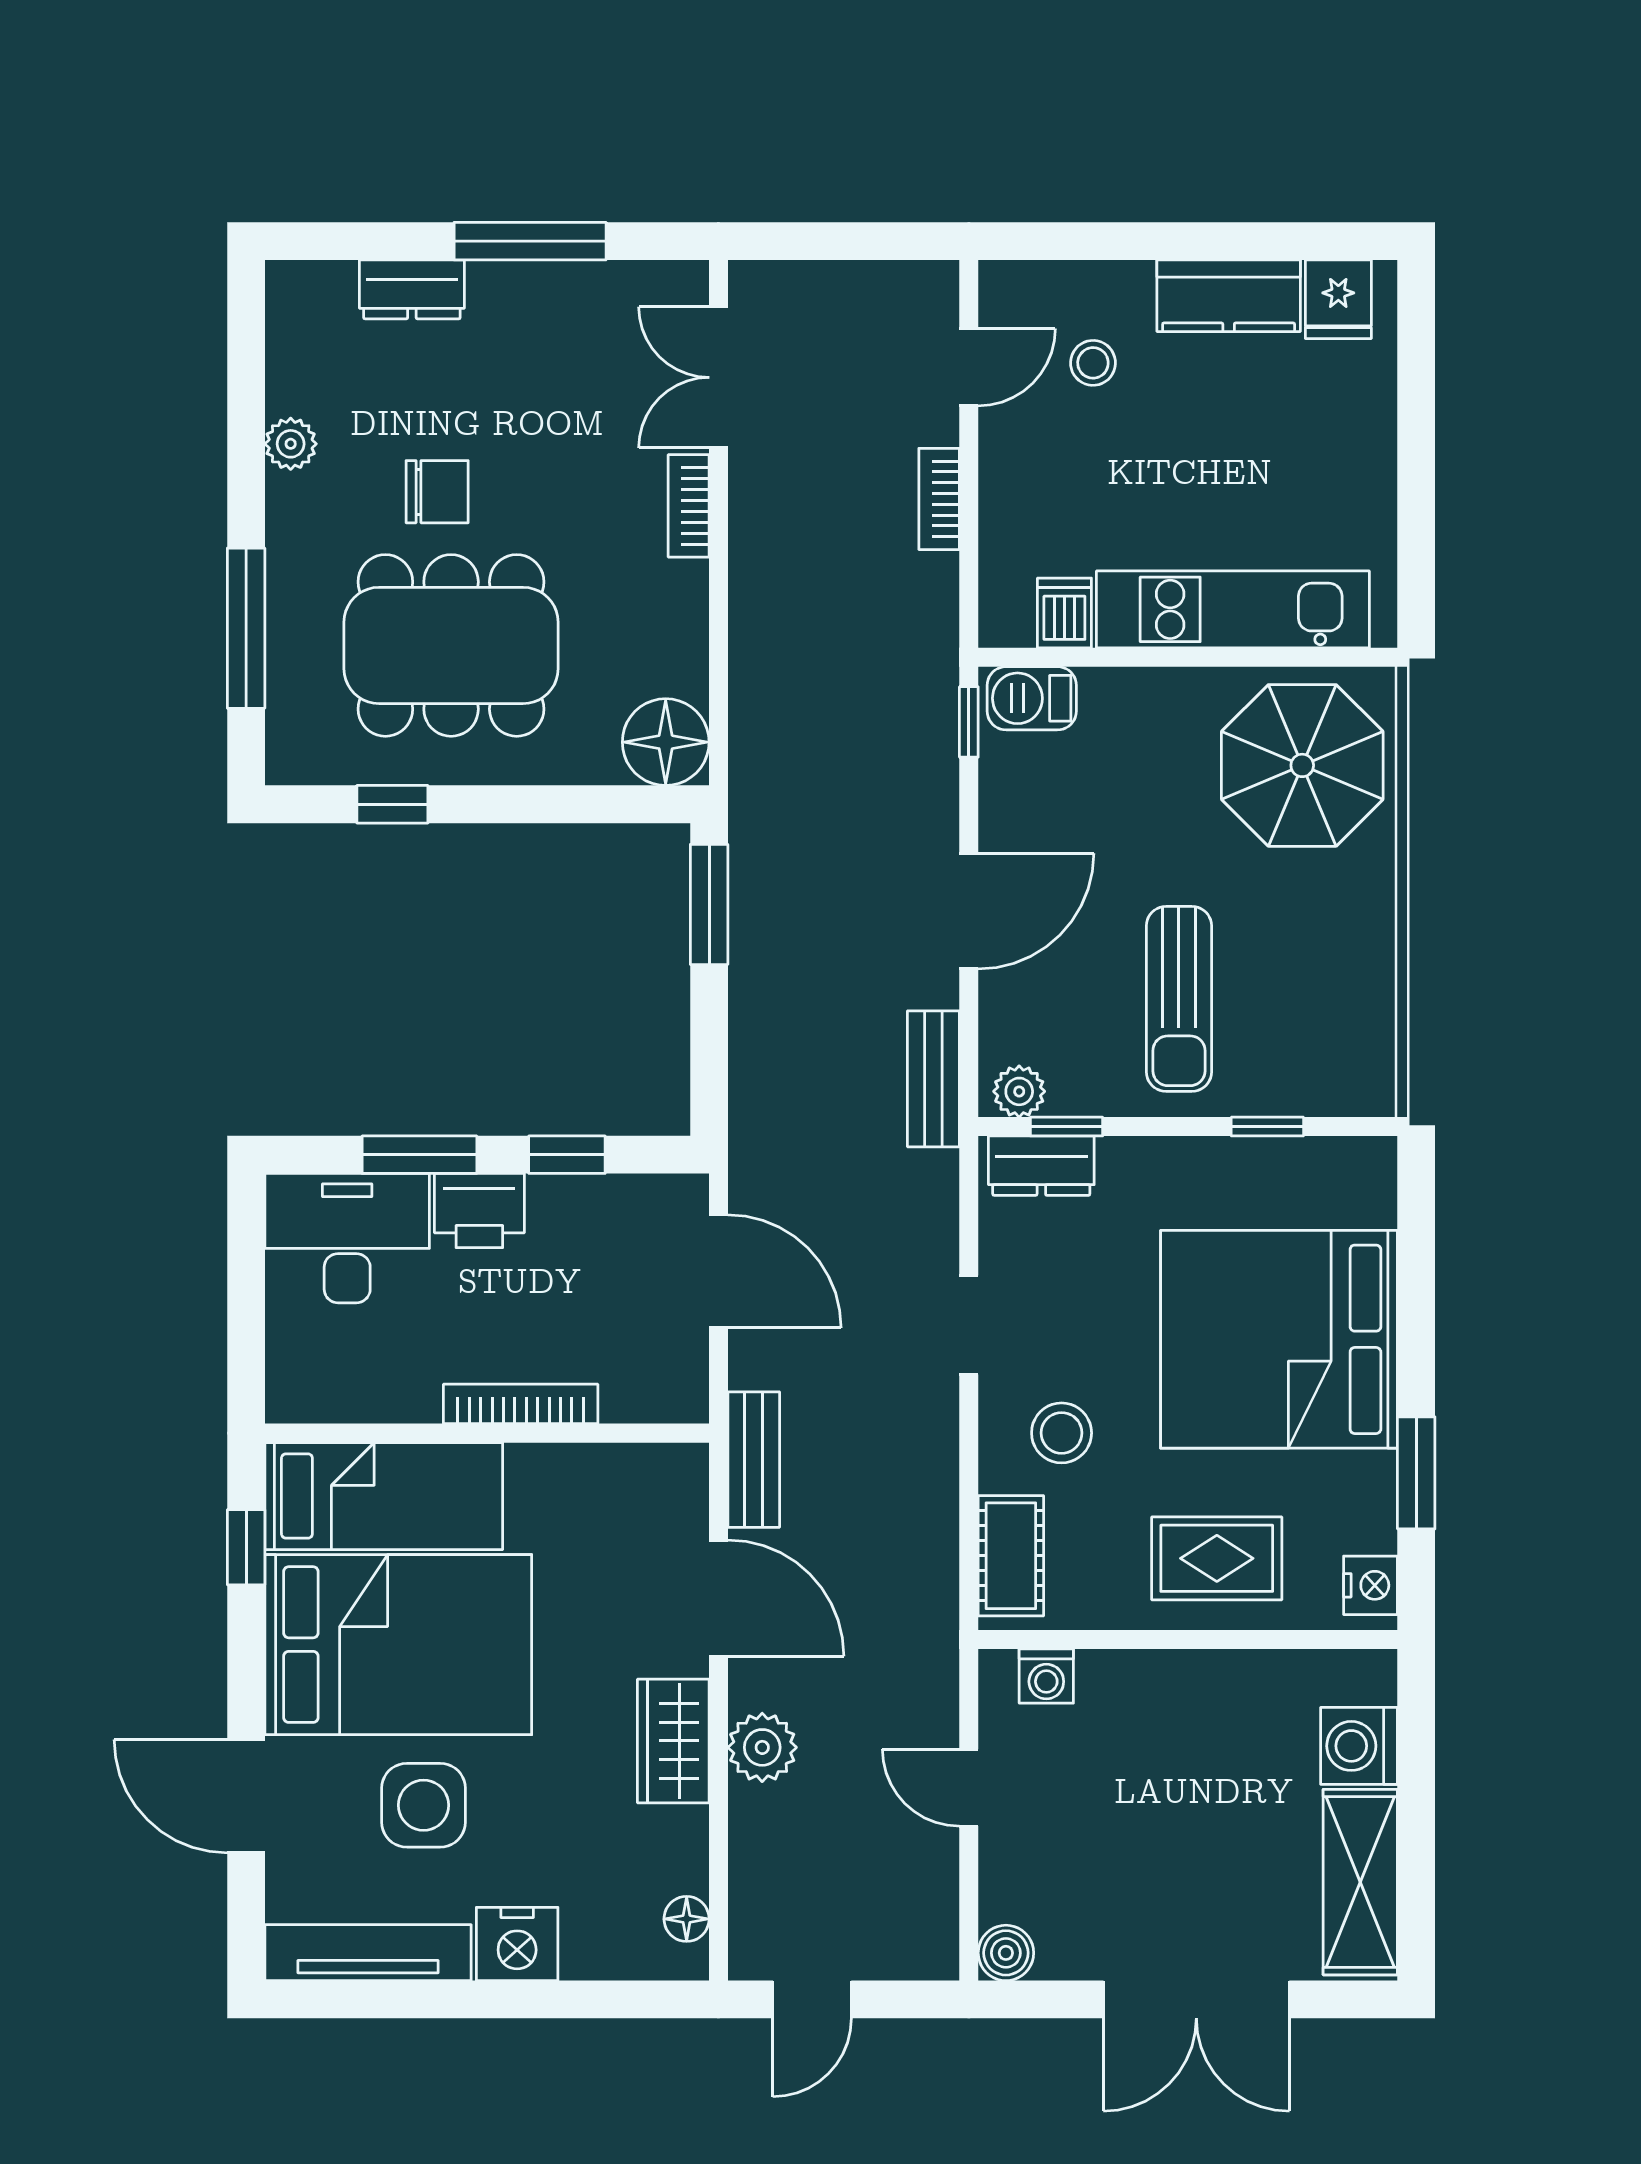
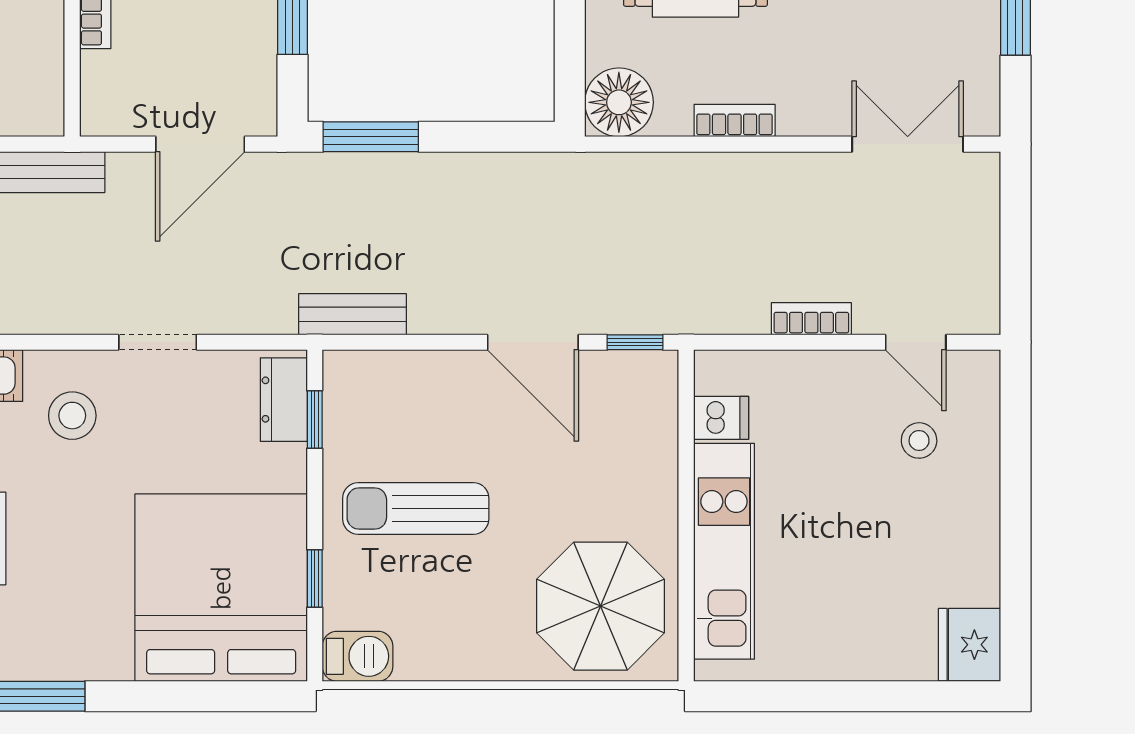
kitchen counter: (1229, 296) -> (972, 548), removed
fridge: (1338, 299) -> (969, 645), width x1.38
bookcase: (689, 506) -> (735, 120), moved
barbecue: (1032, 698) -> (357, 656), moved, turned 90
window: (709, 904) -> (371, 137), moved
door: (969, 911) -> (533, 342), moved
plant: (1019, 1091) -> (343, 382), removed
bed: (1279, 1339) -> (221, 588), moved

